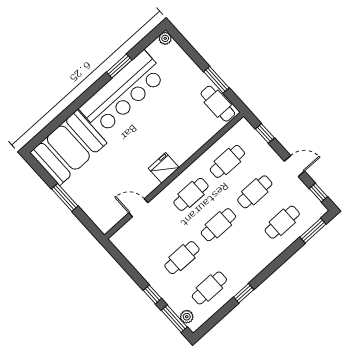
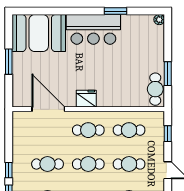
bar counter: (123, 92) -> (93, 29), width x0.73
door: (138, 208) -> (48, 109), width x1.87

